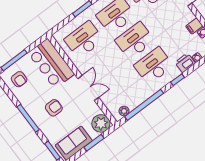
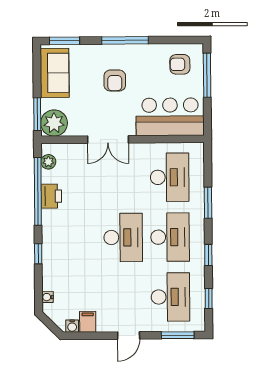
printer: (185, 63) -> (51, 196), moved
desk: (154, 66) -> (76, 238), removed
window: (94, 143) -> (37, 114), moved

